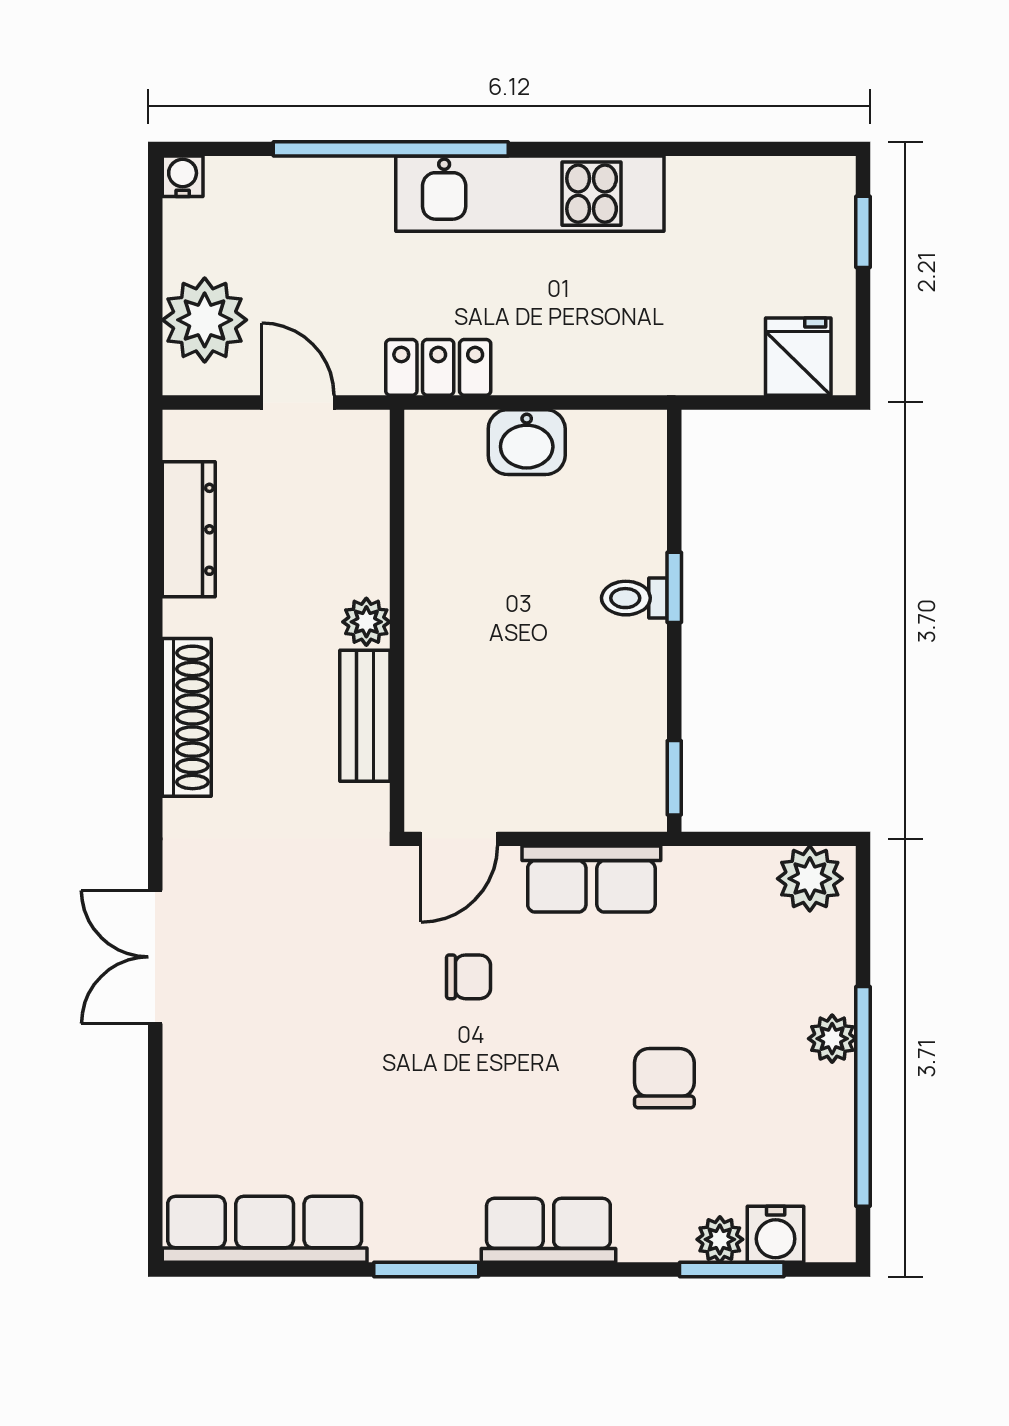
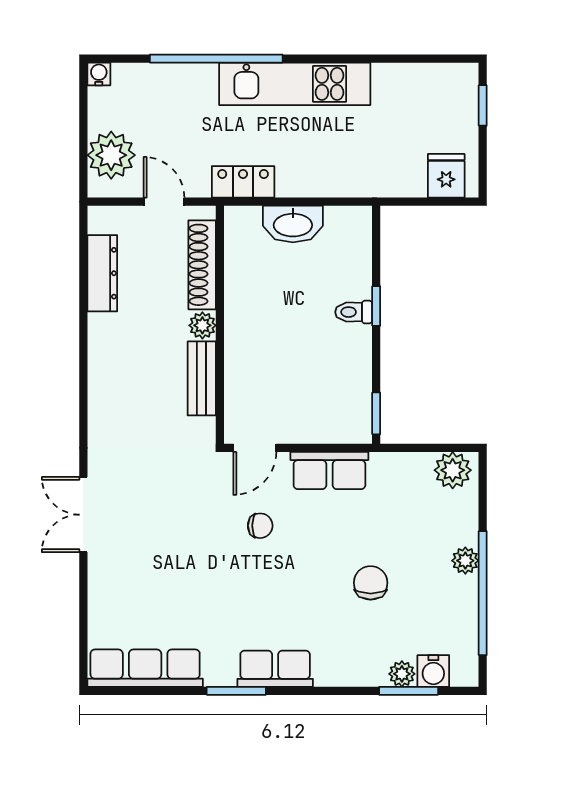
washbasin: (527, 442) -> (293, 224), width x1.38
shoe rack: (187, 717) -> (202, 265), moved, turned 180
row of seats: (548, 1230) -> (275, 669), moved

